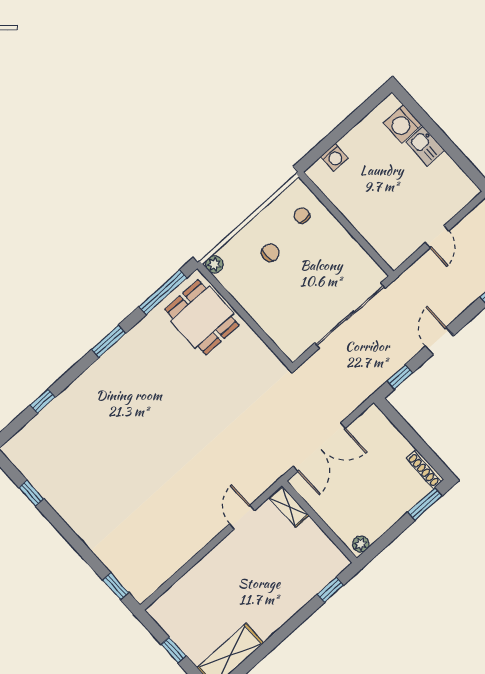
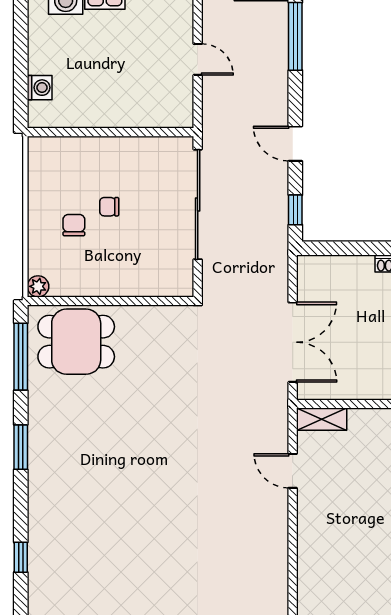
chair: (302, 216) -> (109, 207), moved

